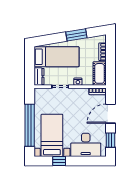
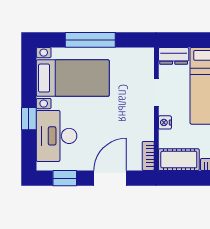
door: (110, 114) -> (110, 178), hinge flipped
window: (30, 125) -> (90, 40), width x0.68
window: (59, 161) -> (29, 119), moved

